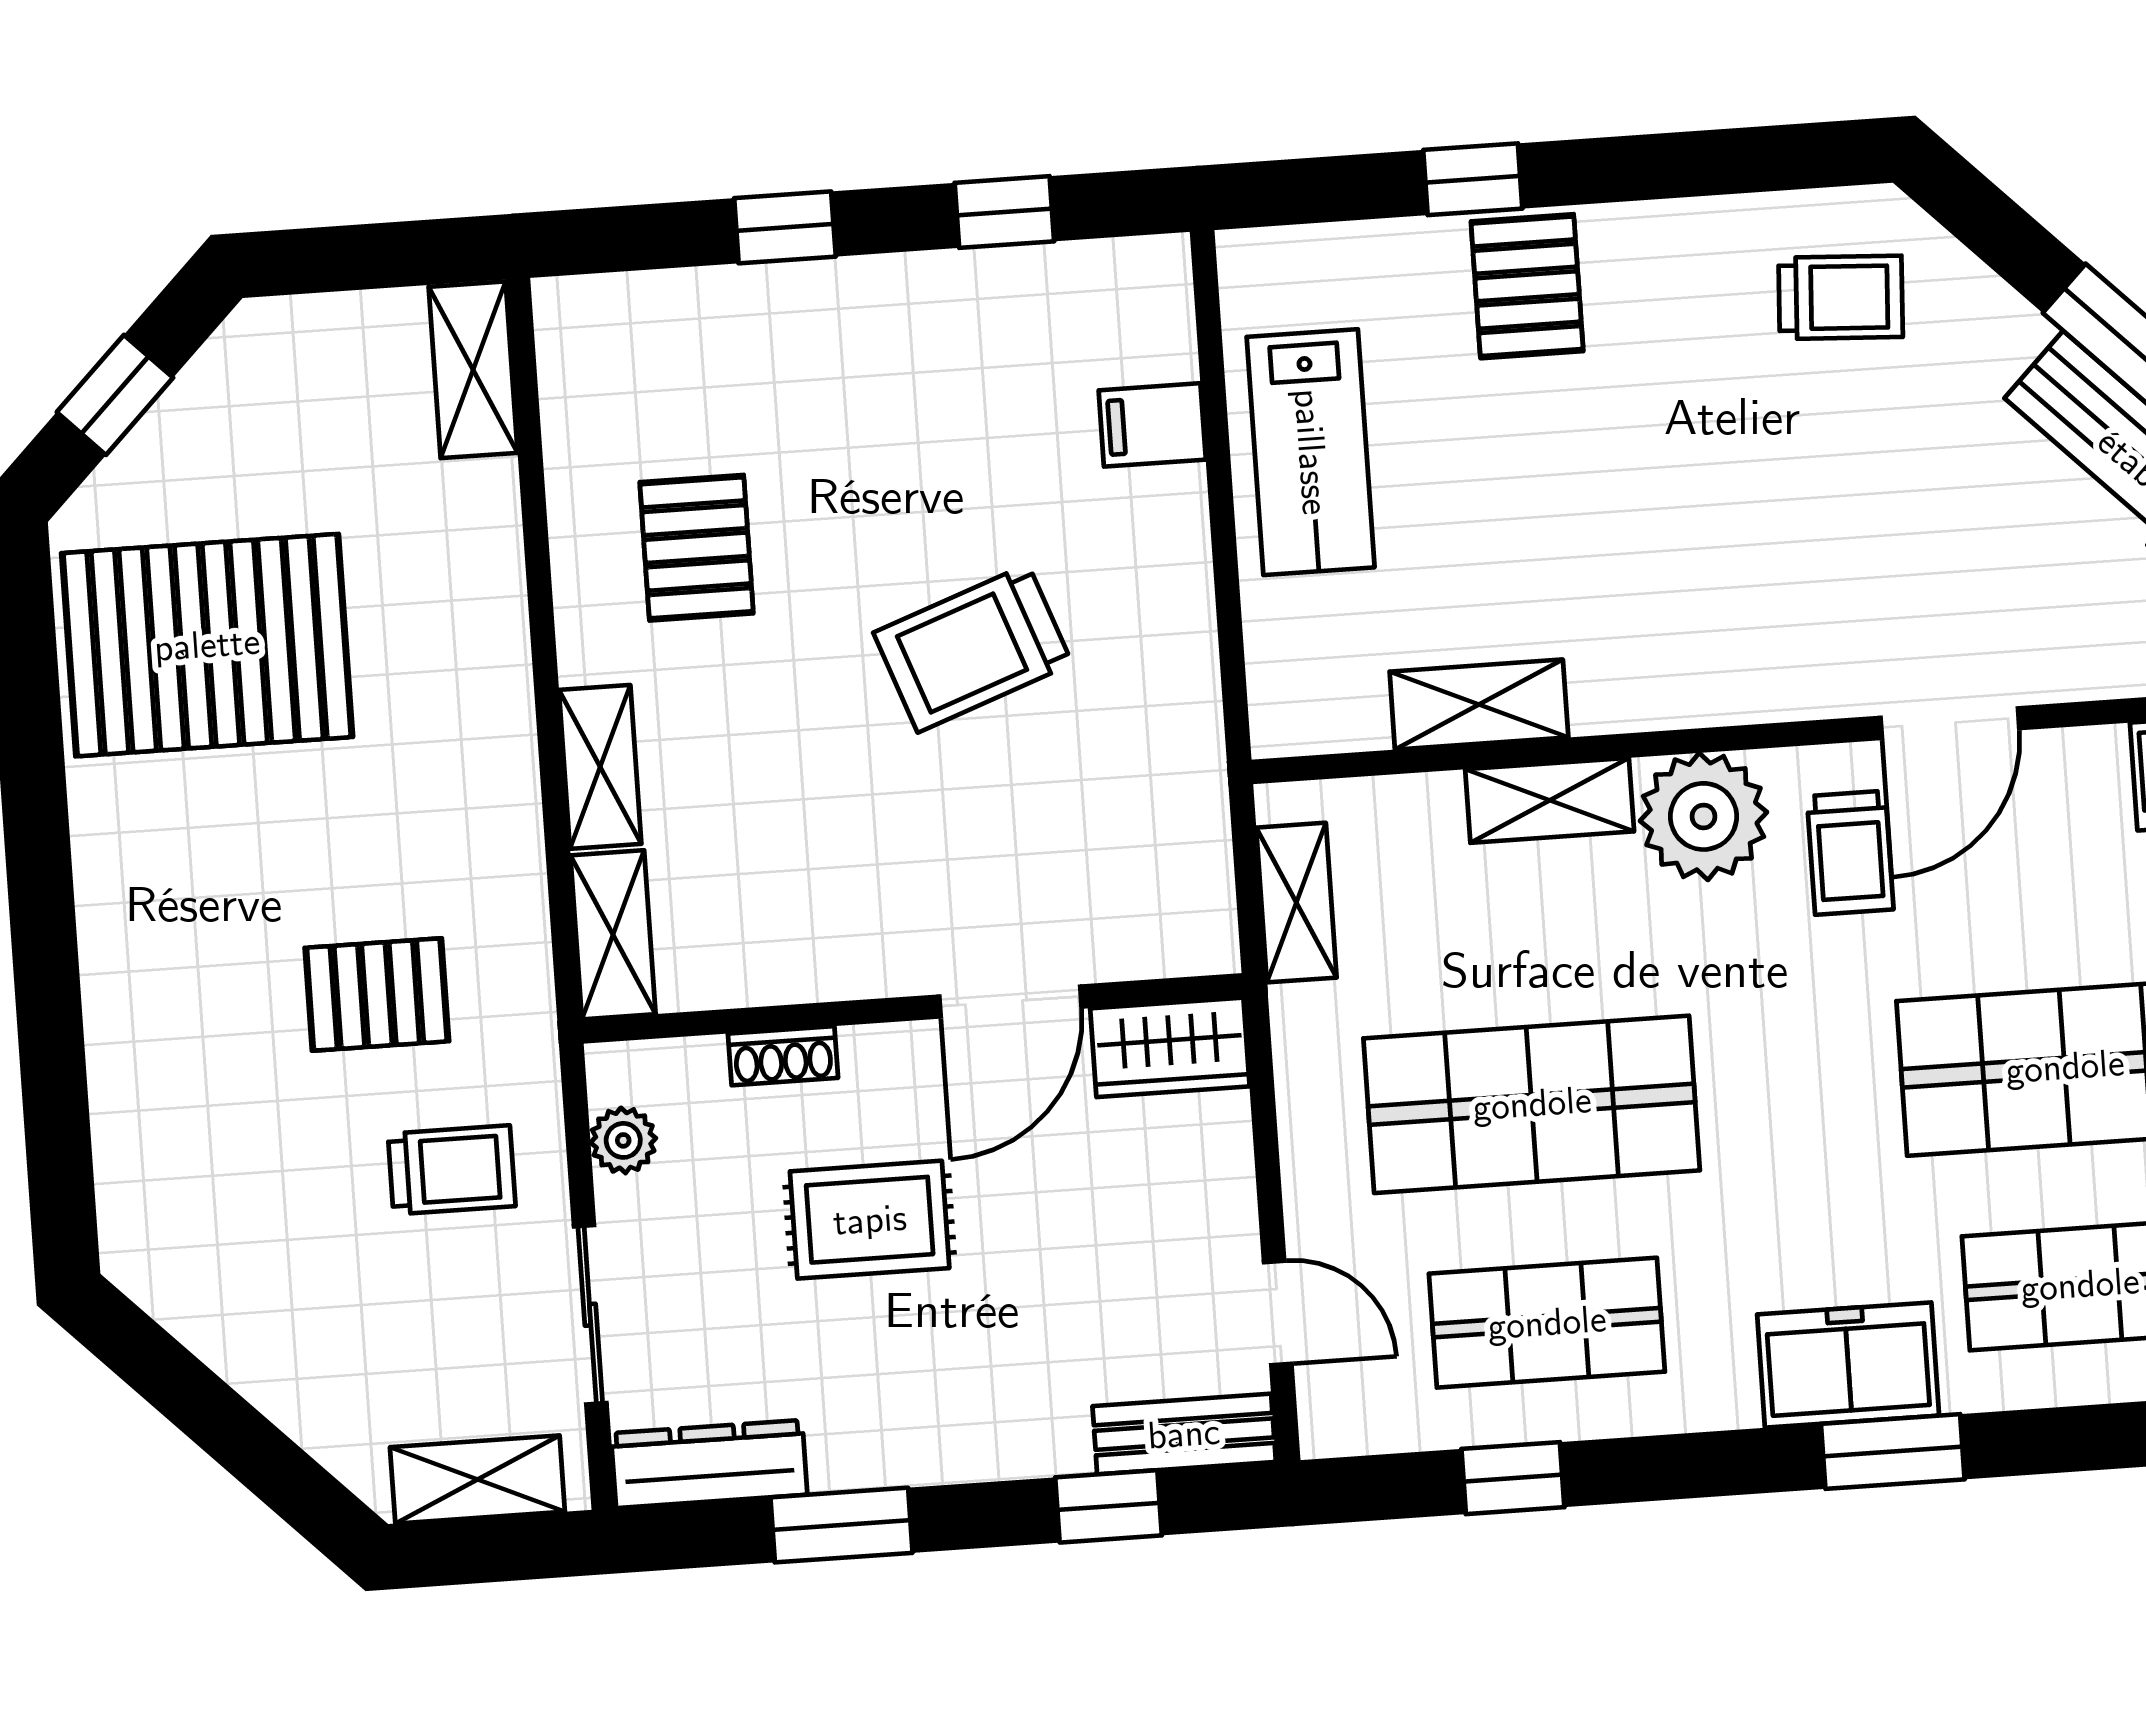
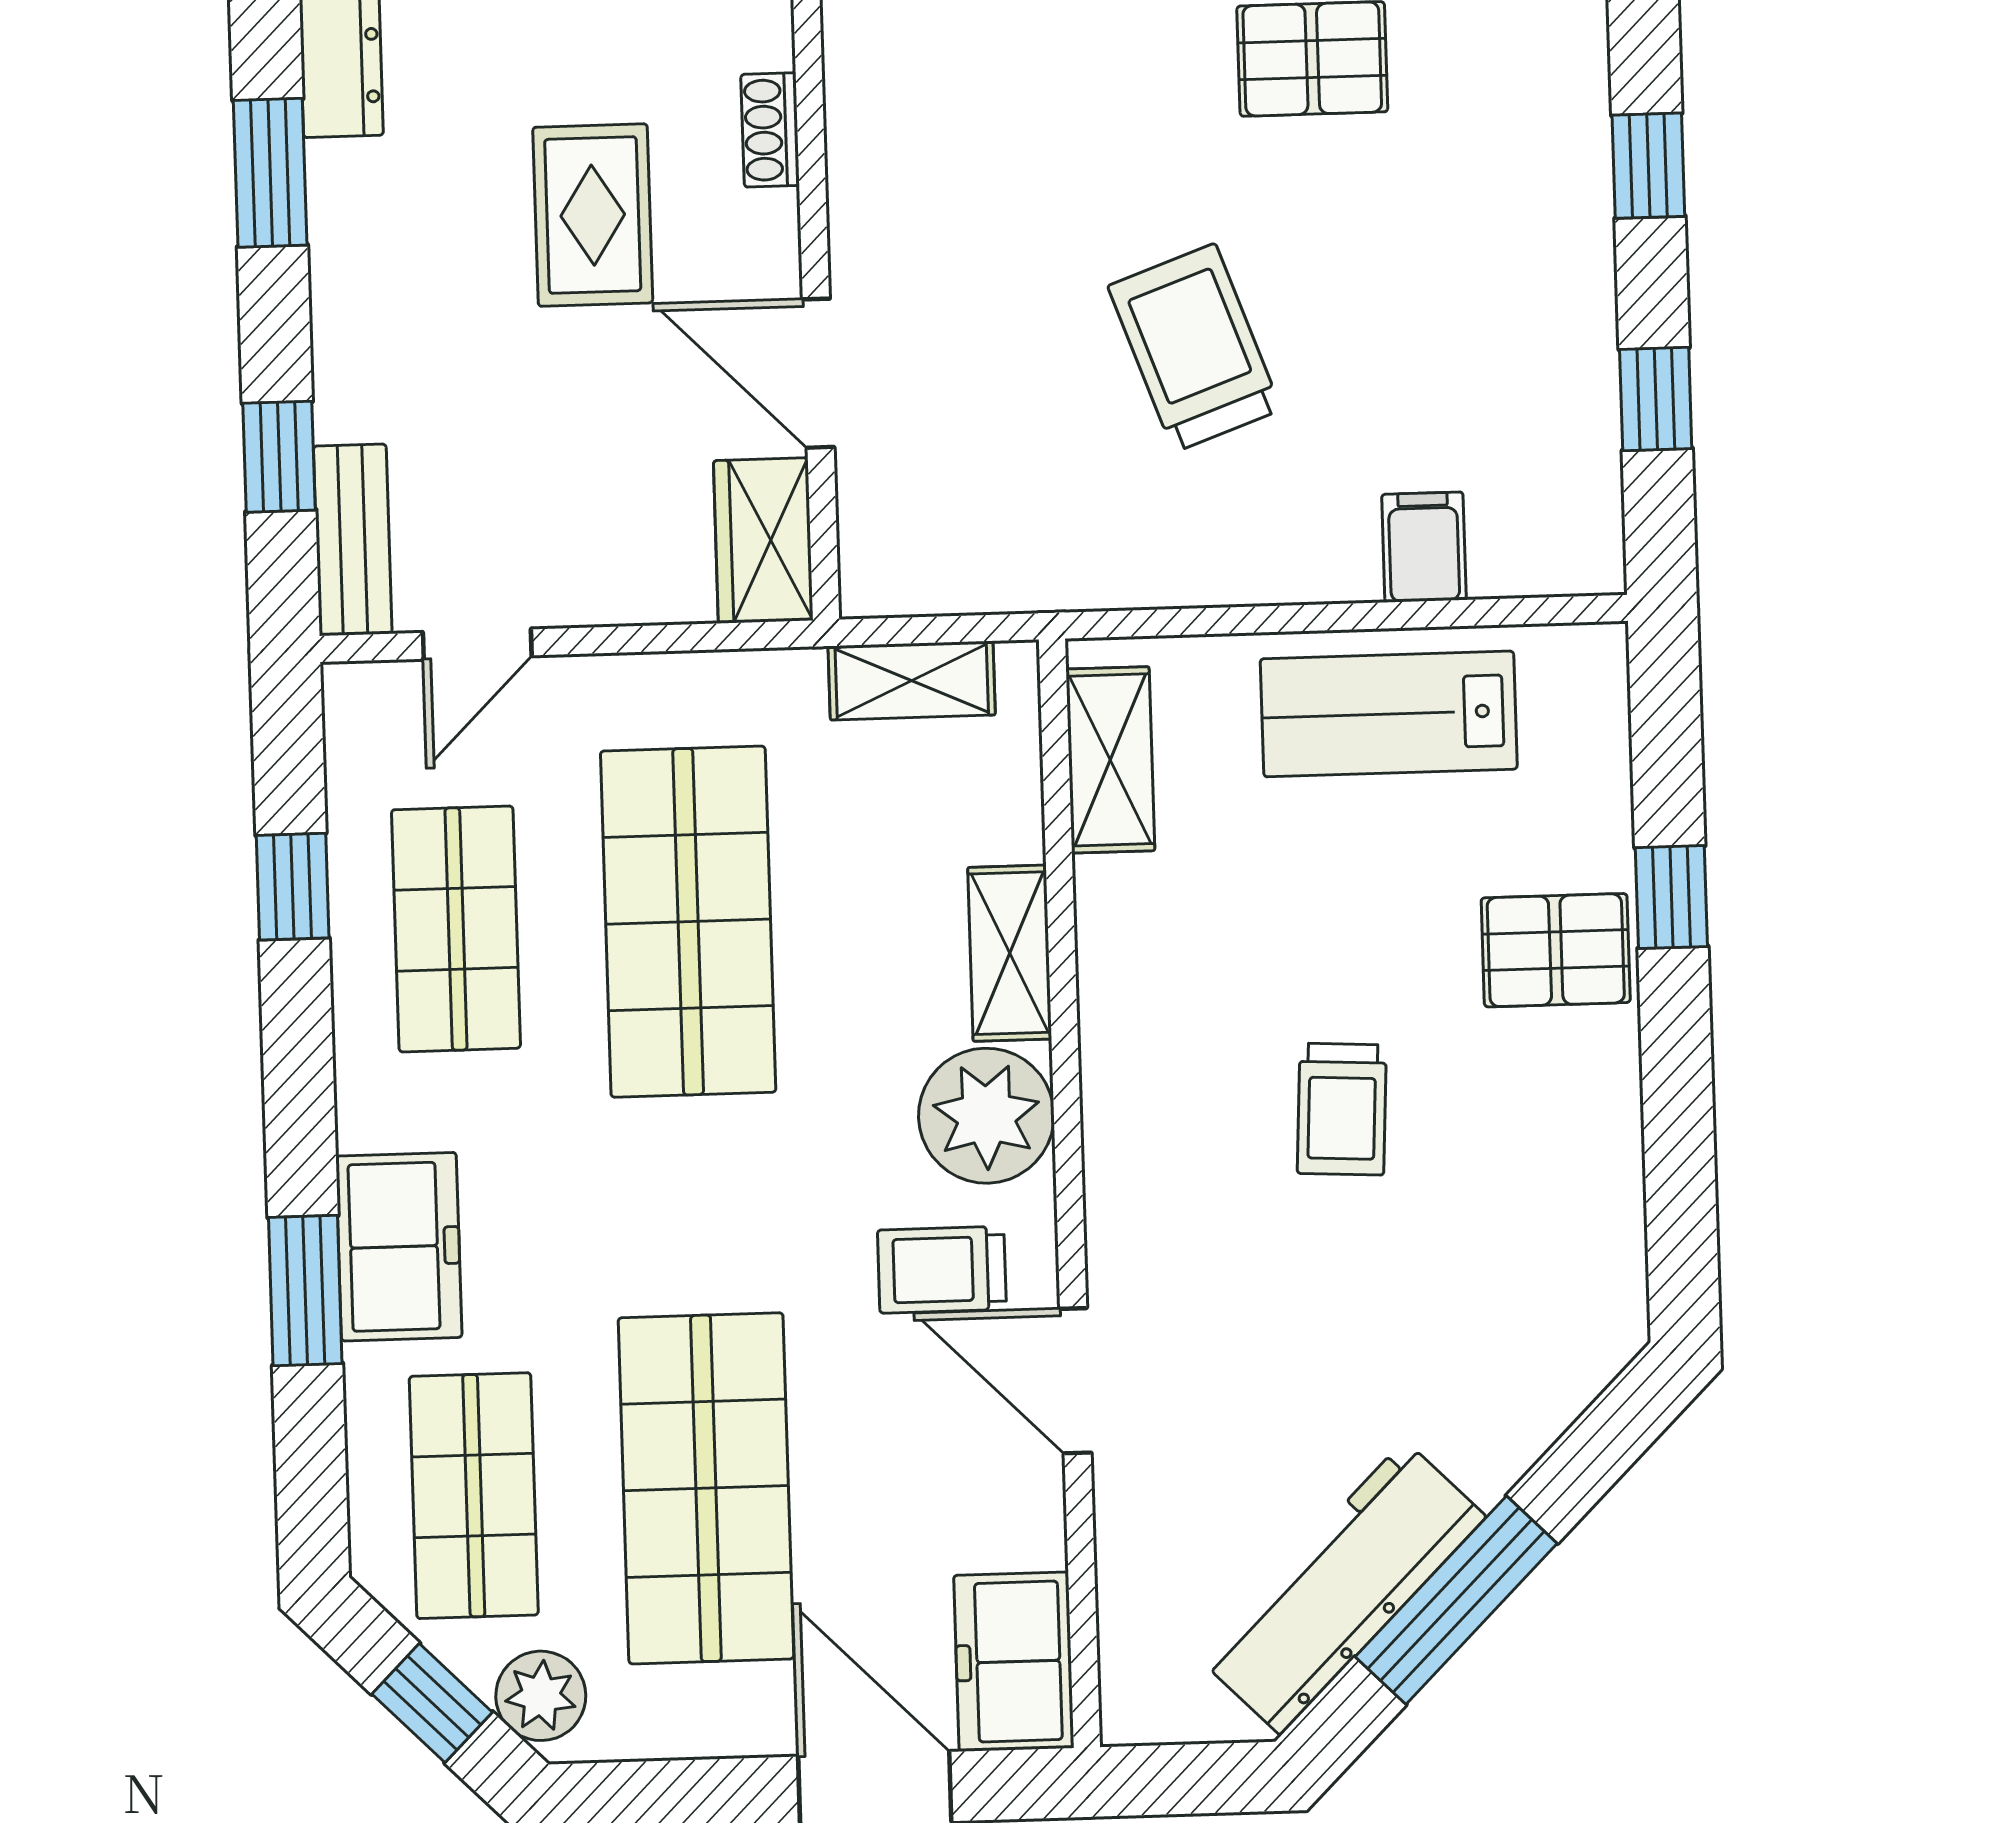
trolley: (1841, 297) -> (1342, 1109), moved
shelving: (1479, 705) -> (1110, 760), moved

